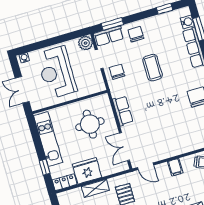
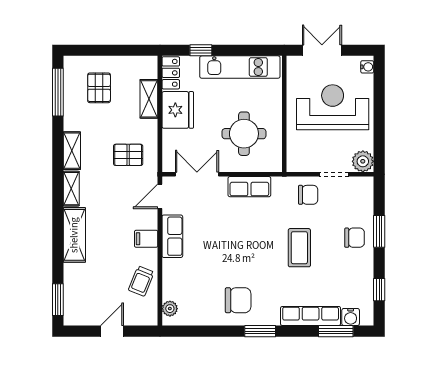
window: (112, 24) -> (379, 231), moved
row of seats: (109, 36) -> (172, 236), moved, turned 180
coffee table: (153, 68) -> (299, 248), turned 90
shelving: (95, 188) -> (149, 99), moved

